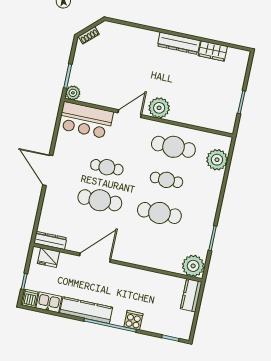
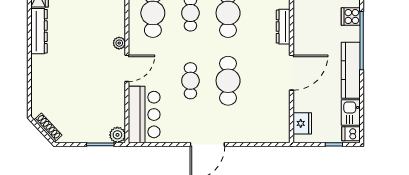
shoe rack: (89, 35) -> (48, 128), width x1.43
plant: (159, 108) -> (119, 43), width x0.53, depth x0.53
door: (130, 114) -> (127, 68), swing flipped
dresser: (50, 240) -> (283, 27), moved
door: (95, 258) -> (292, 73), swing flipped

